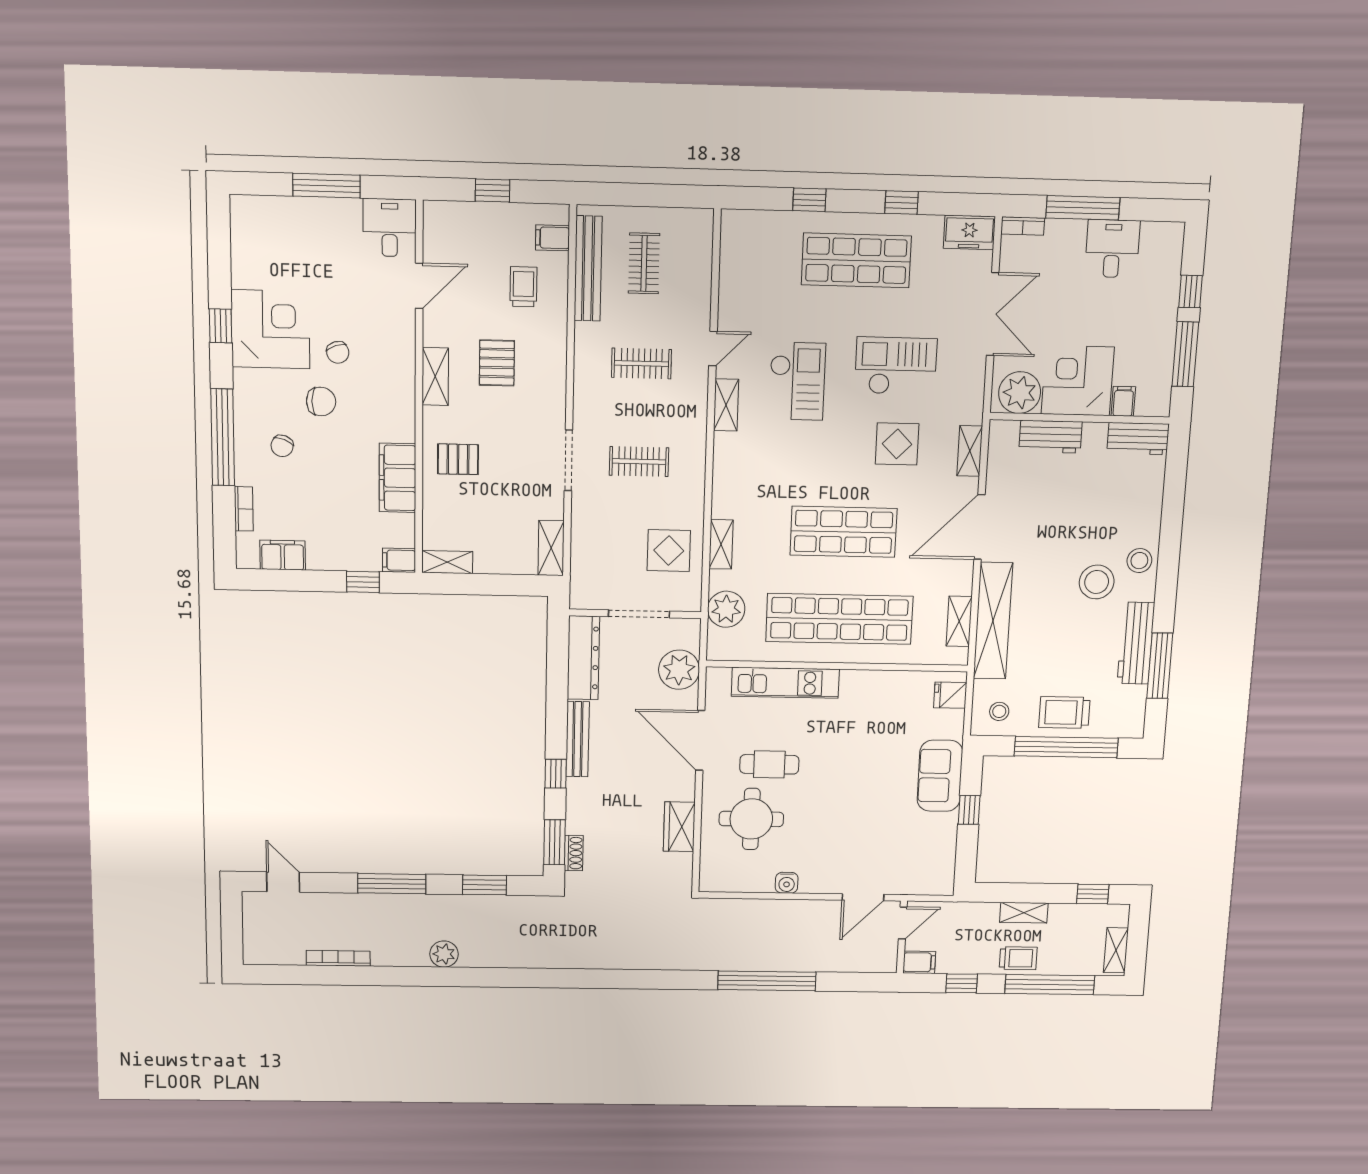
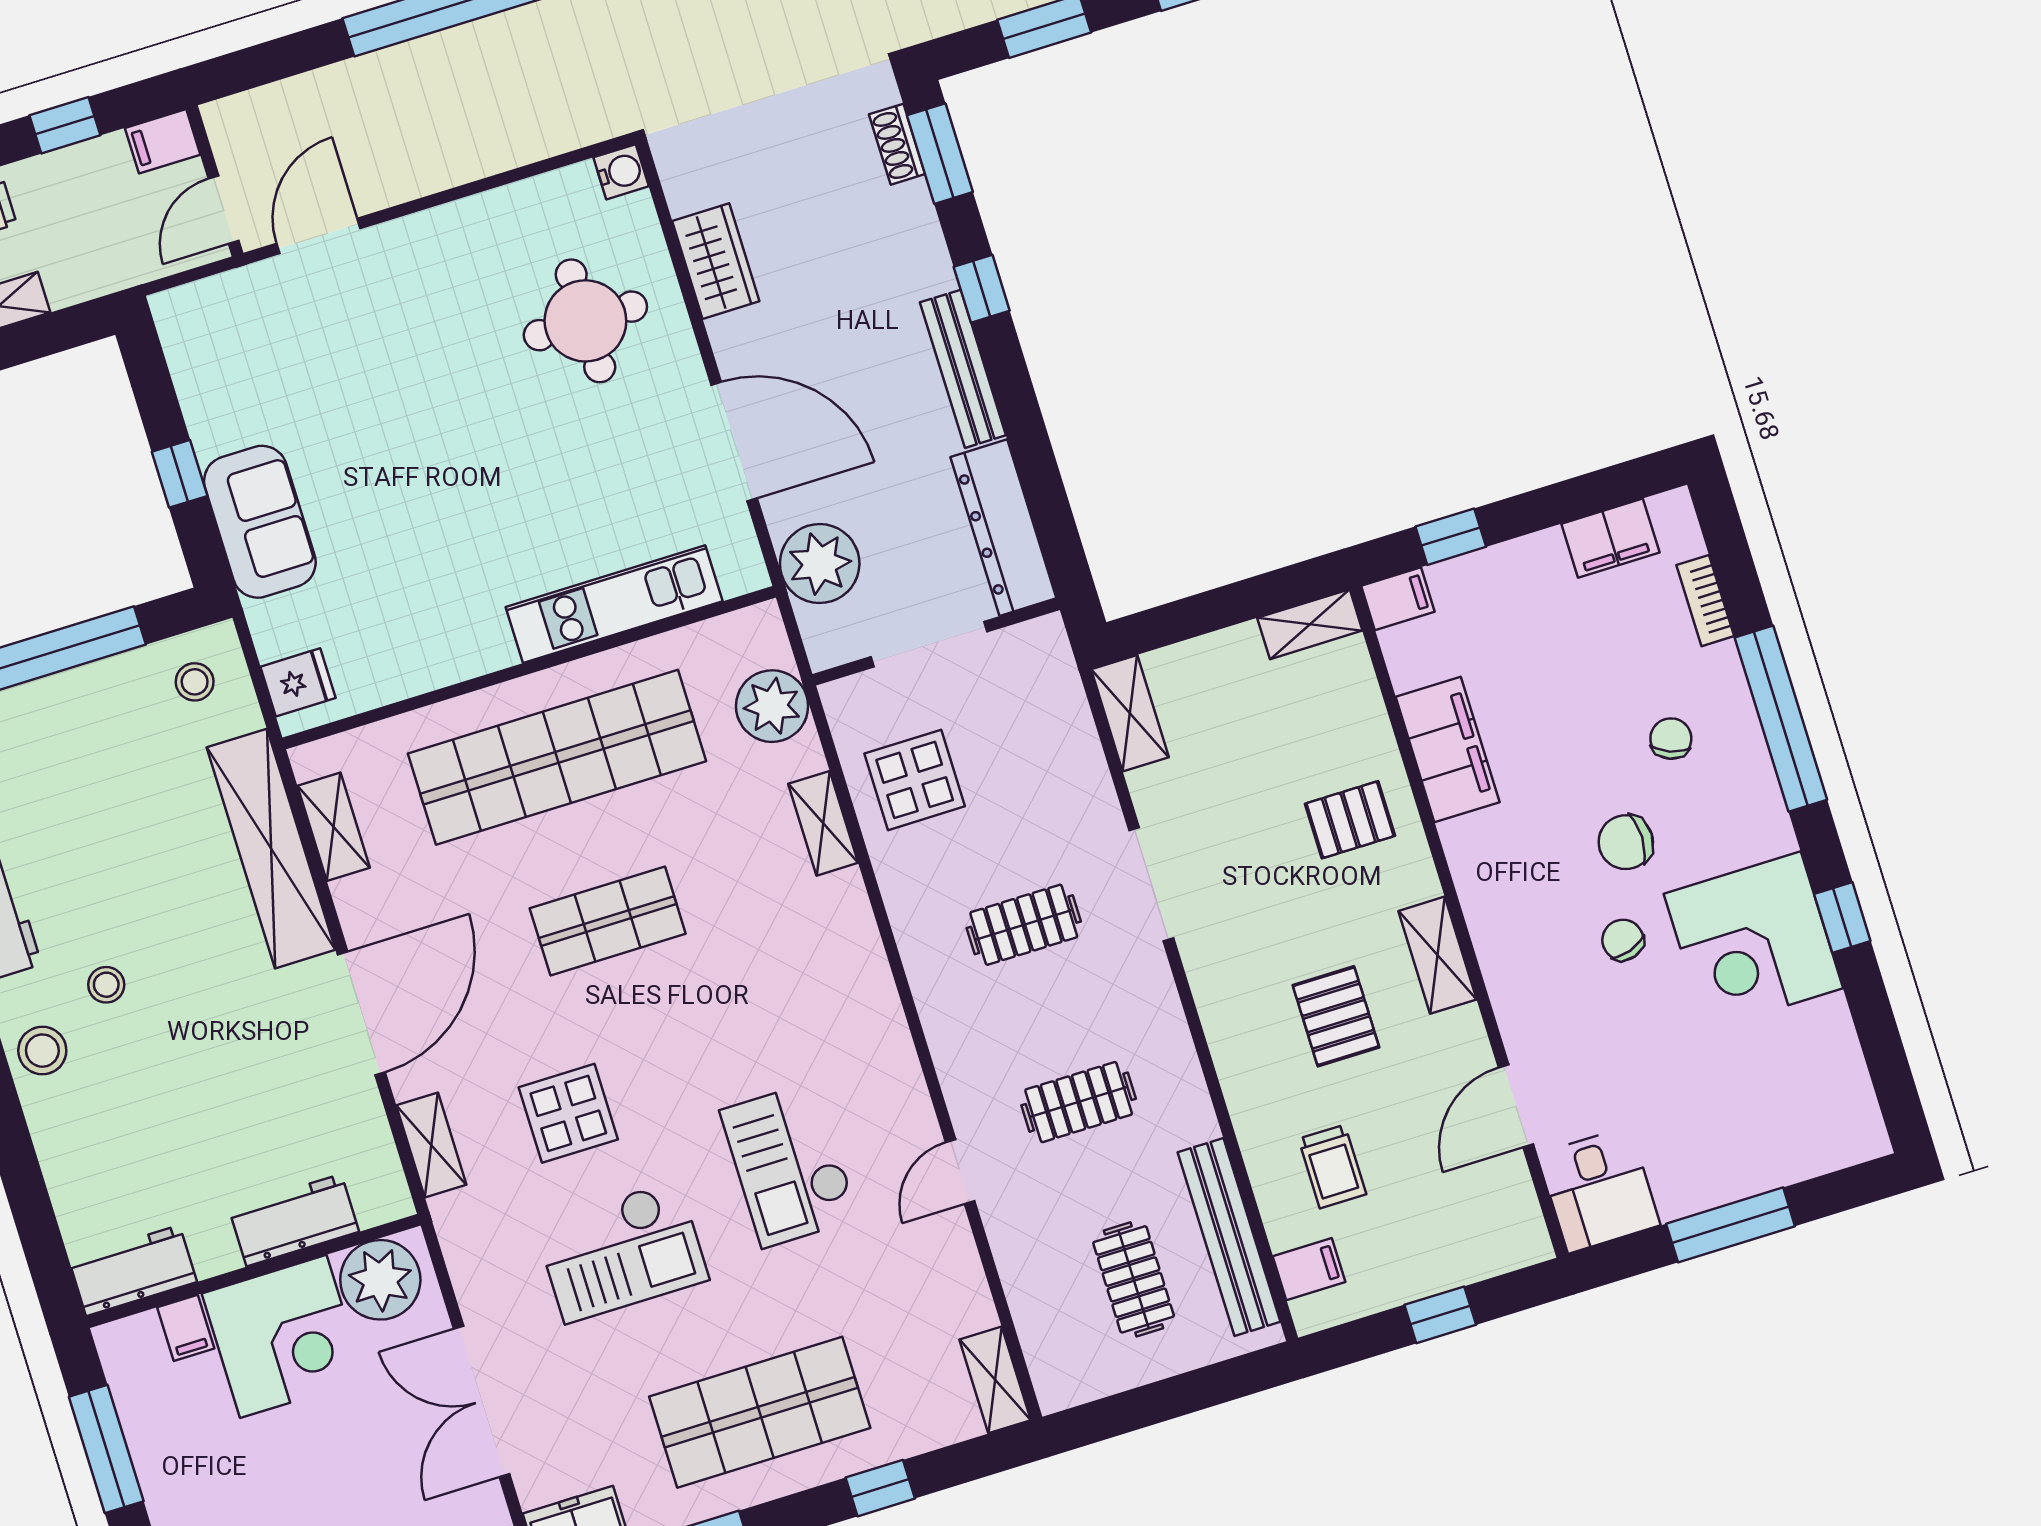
shelving: (726, 405) -> (995, 1380), moved
shop shelf: (843, 532) -> (608, 921), width x0.70, depth x0.74
stool: (1097, 582) -> (106, 985), width x0.53, depth x0.53
trolley: (1064, 712) -> (71, 720), removed
cafe table: (769, 764) -> (589, 438), removed
water cooler: (787, 883) -> (621, 172), moved, turned 90

